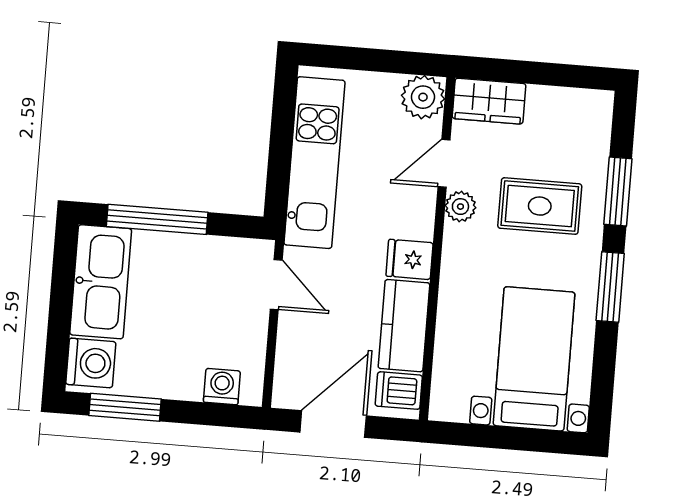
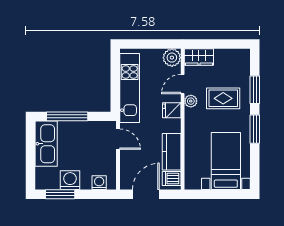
fridge: (410, 259) -> (172, 110), moved
washing machine: (91, 363) -> (70, 180), moved, turned -90

